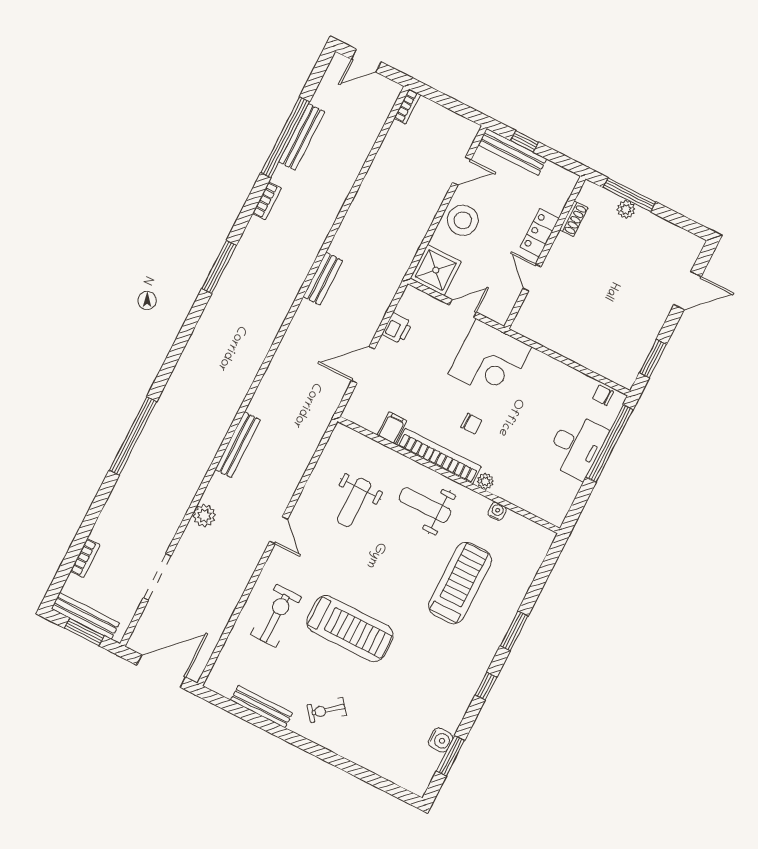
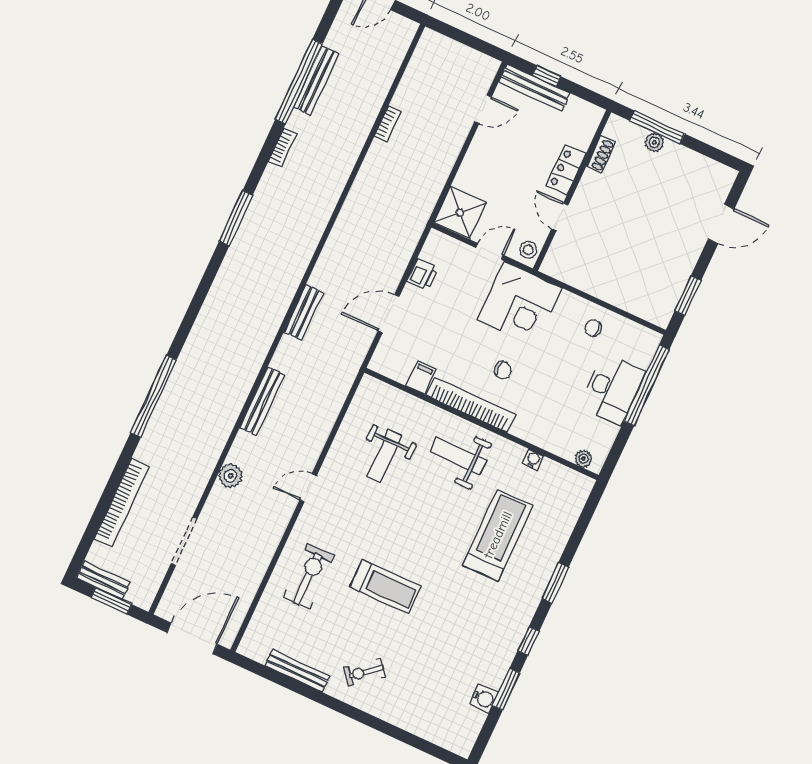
bookcase: (407, 106) -> (387, 124), moved
stool: (463, 220) -> (528, 250), moved, width x0.53, depth x0.53
bench: (323, 279) -> (304, 312), moved
chair: (603, 395) -> (593, 328), moved
plant: (485, 481) -> (584, 459), moved
door: (279, 530) -> (308, 488), swing flipped
bookcase: (85, 558) -> (122, 503), width x2.31, depth x1.31
bench: (86, 616) -> (103, 580), width x0.73
treadmill: (350, 629) -> (385, 587), width x0.73, depth x0.73
window: (450, 756) -> (506, 689), moved

